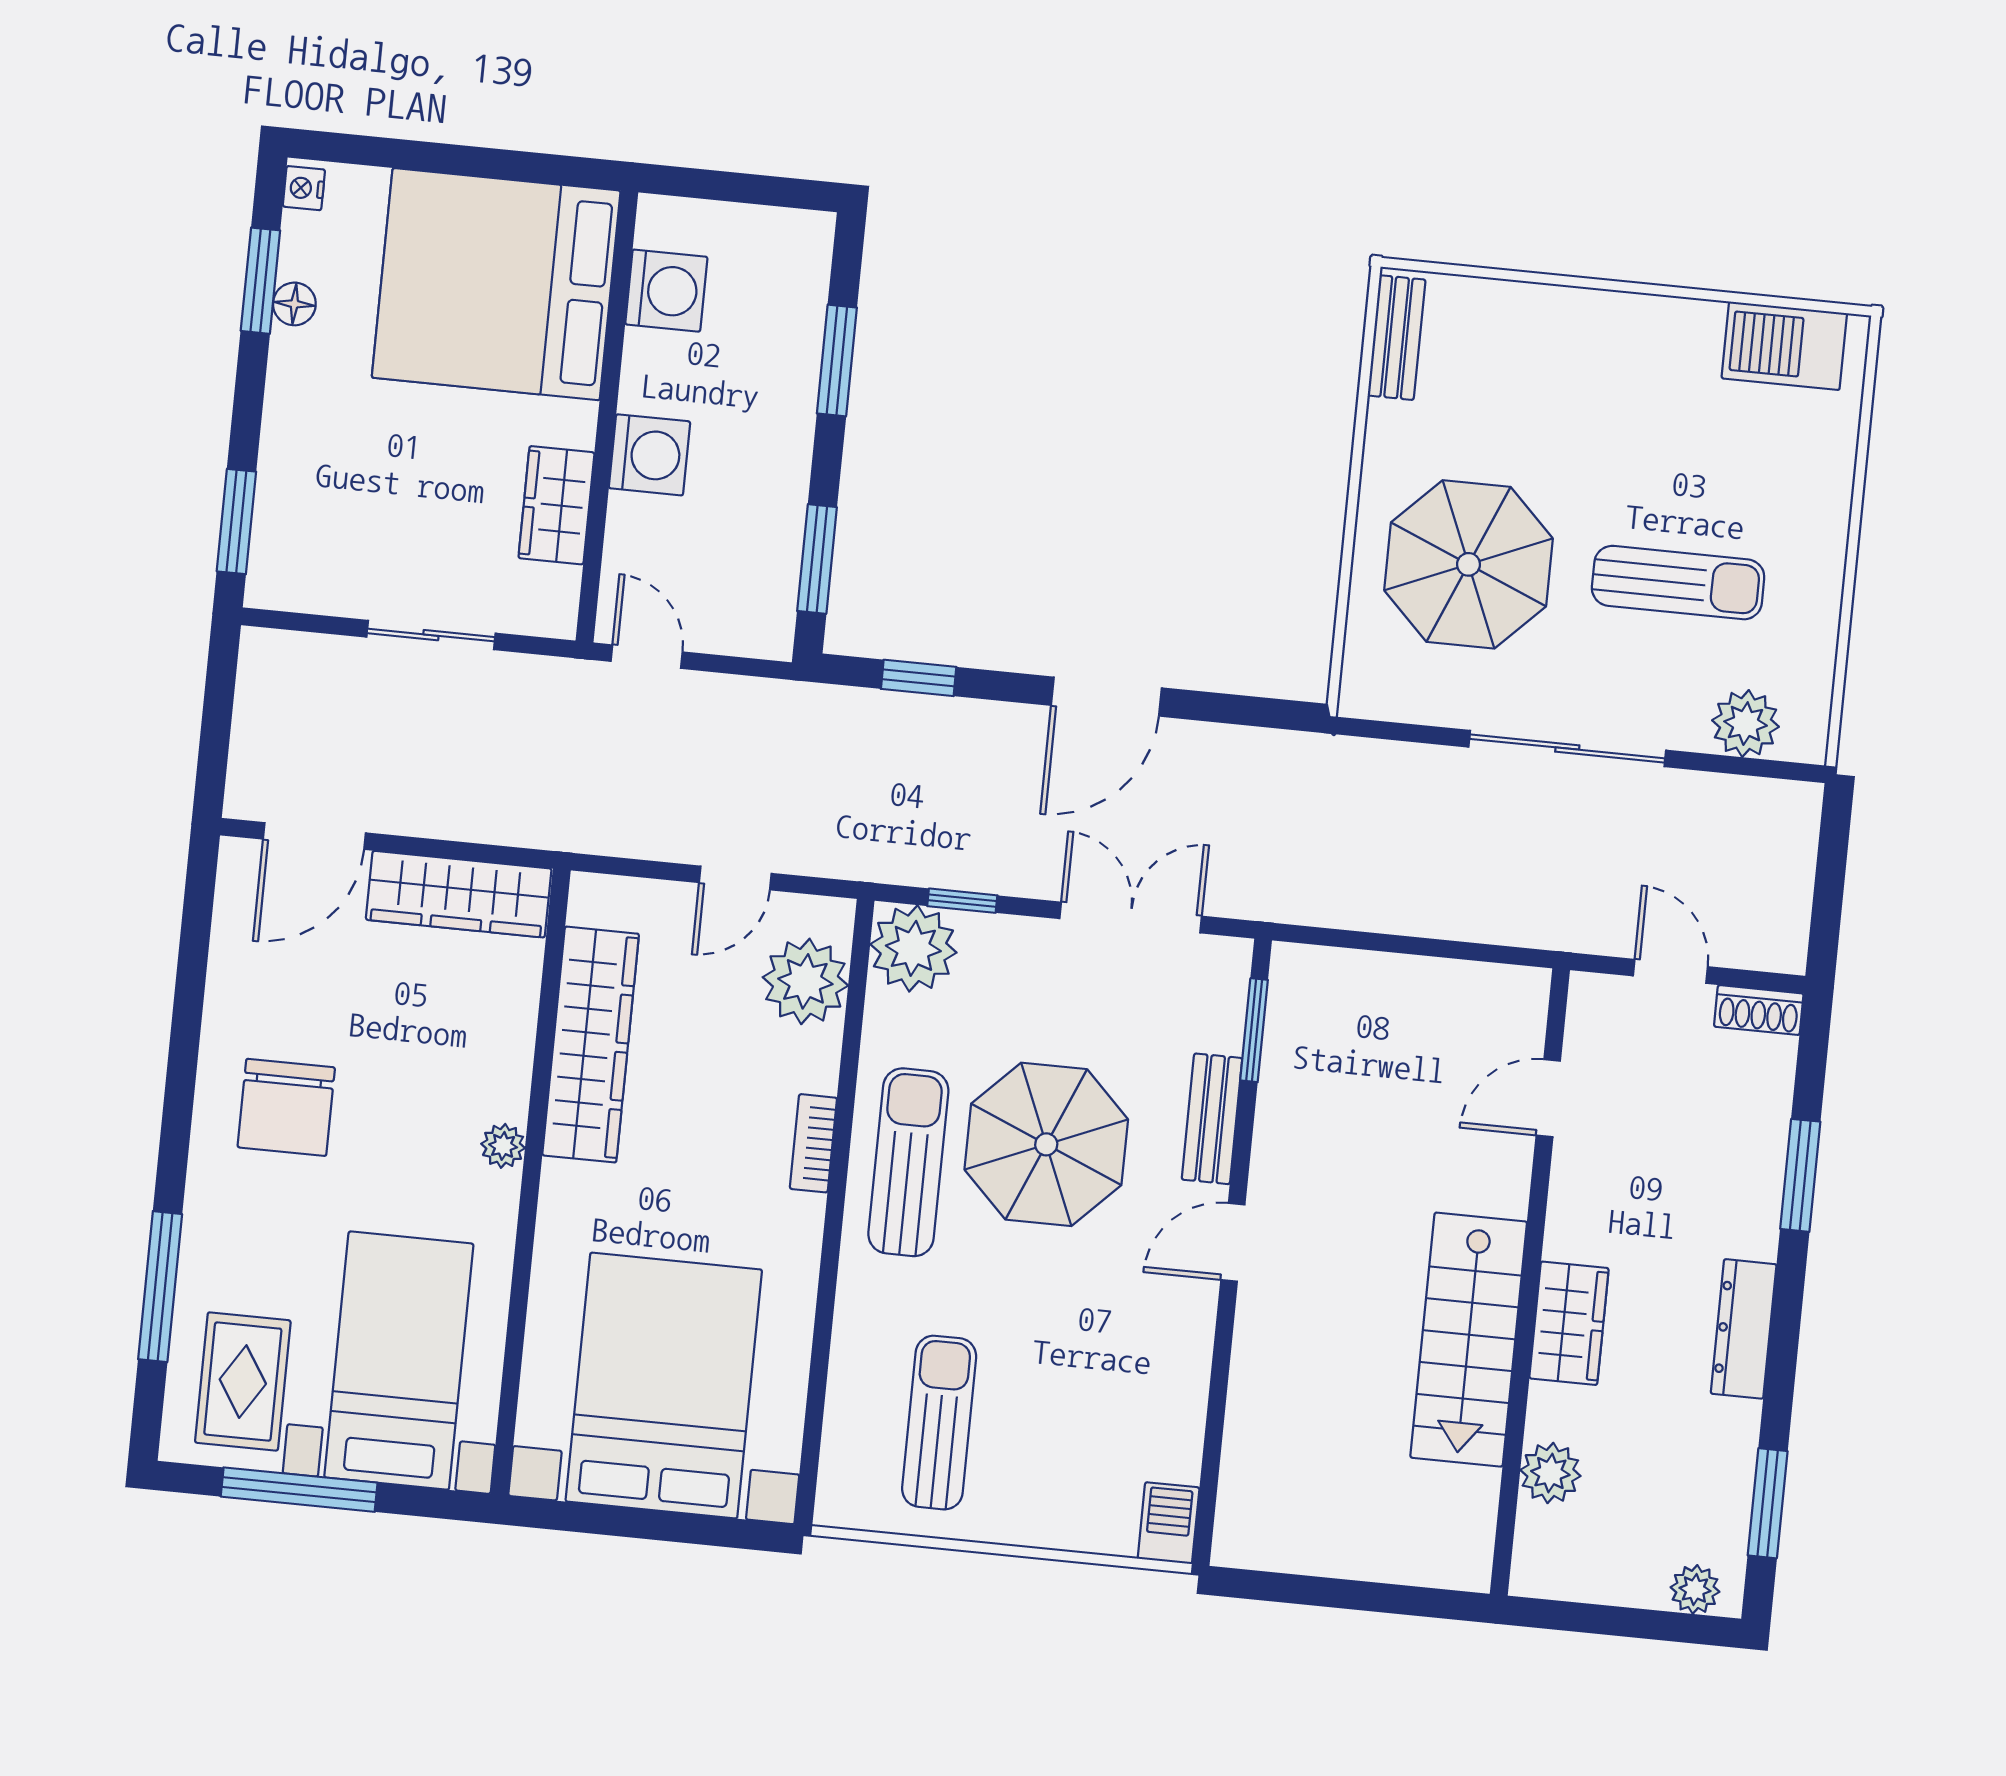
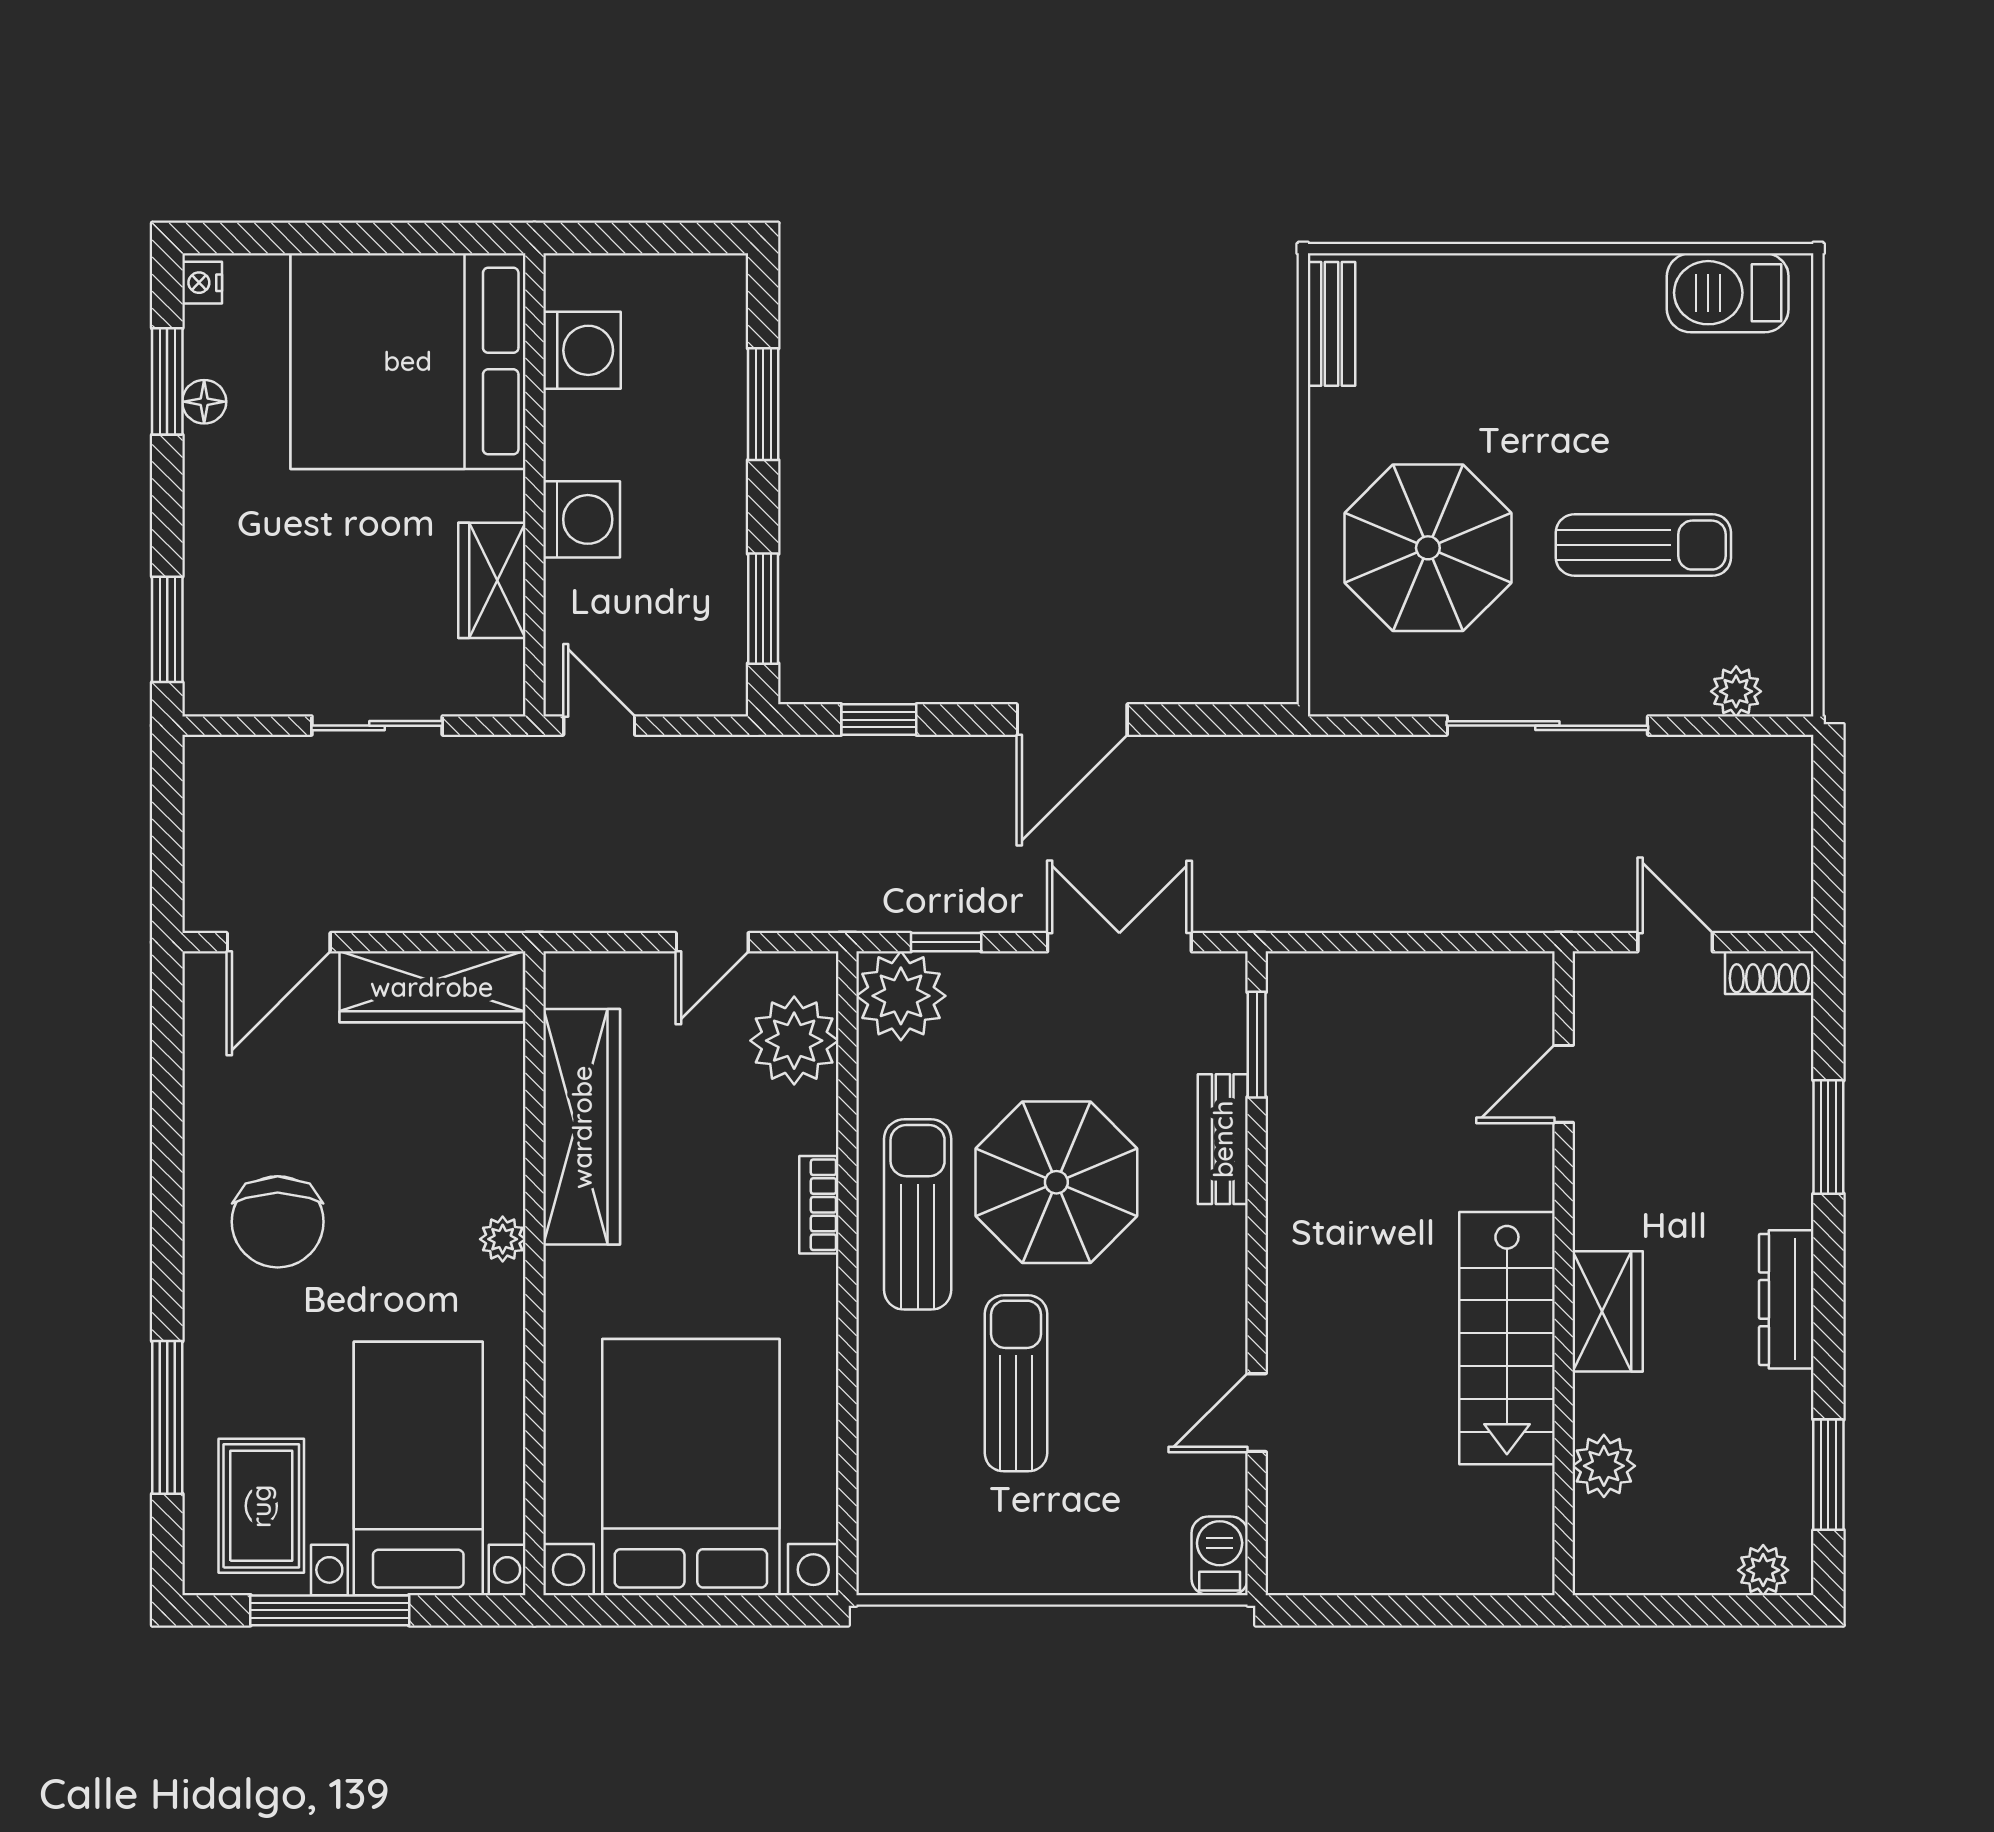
plant: (1746, 724) -> (1736, 691), width x0.73, depth x0.73
door: (1233, 1242) -> (1257, 1413), moved
sun lounger: (939, 1423) -> (1016, 1383), moved

